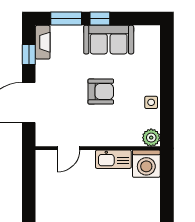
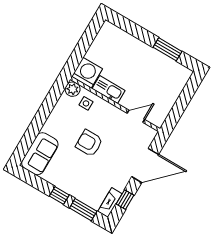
sofa: (109, 40) -> (40, 154), moved, turned 90
side table: (151, 102) -> (86, 103), moved

